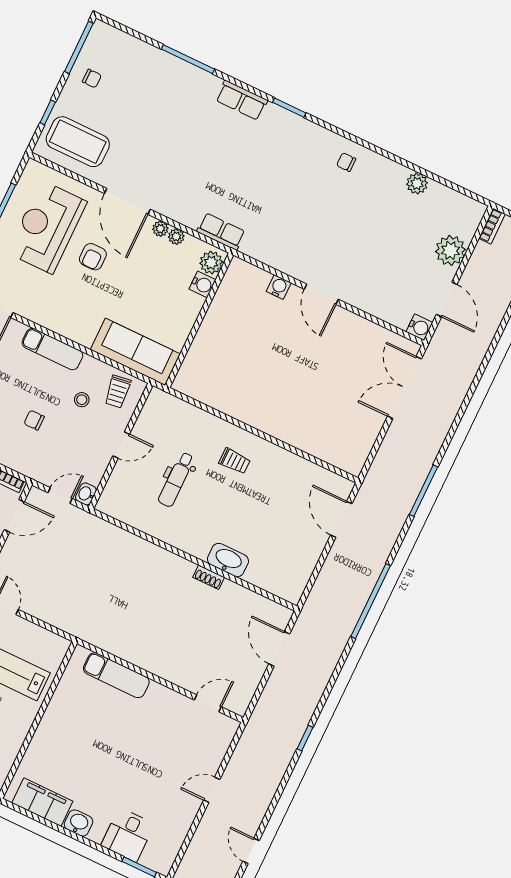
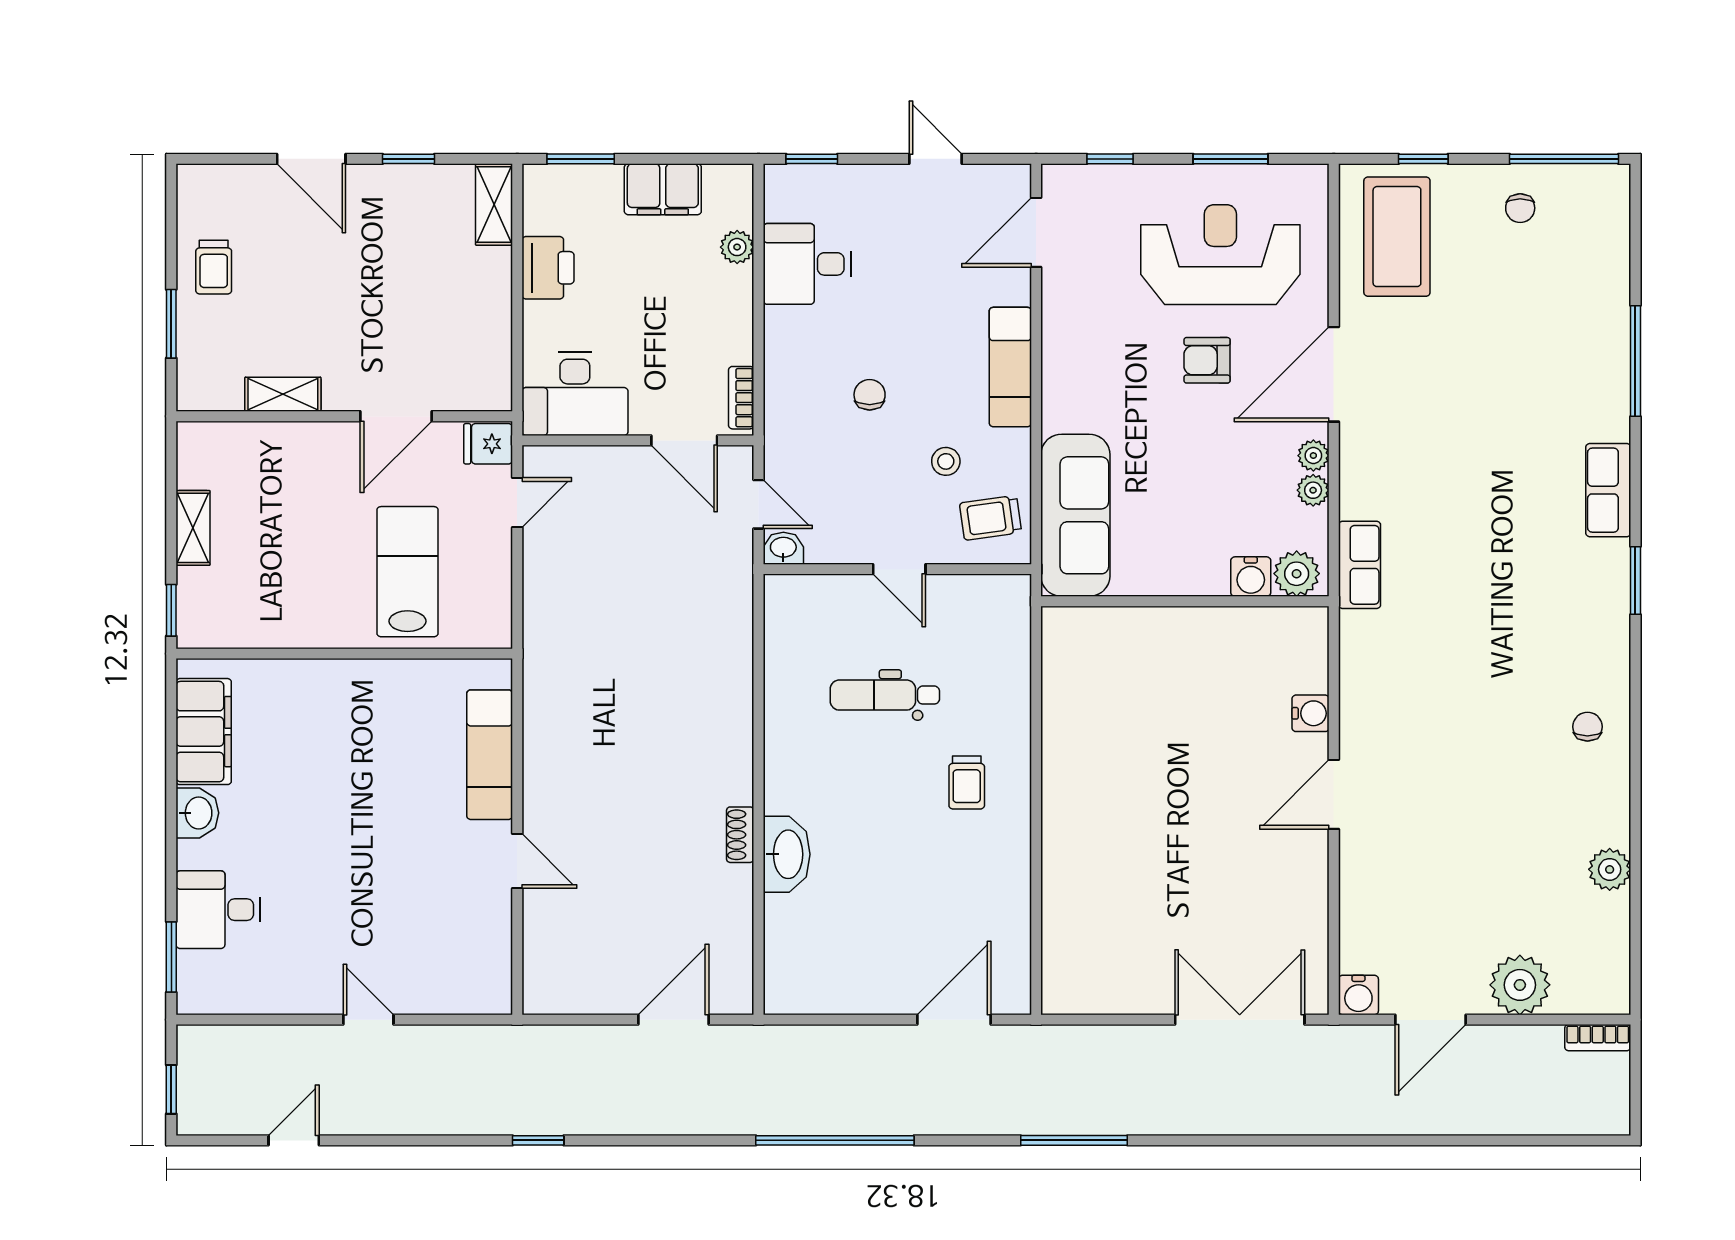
door: (208, 703) -> (517, 861), moved

